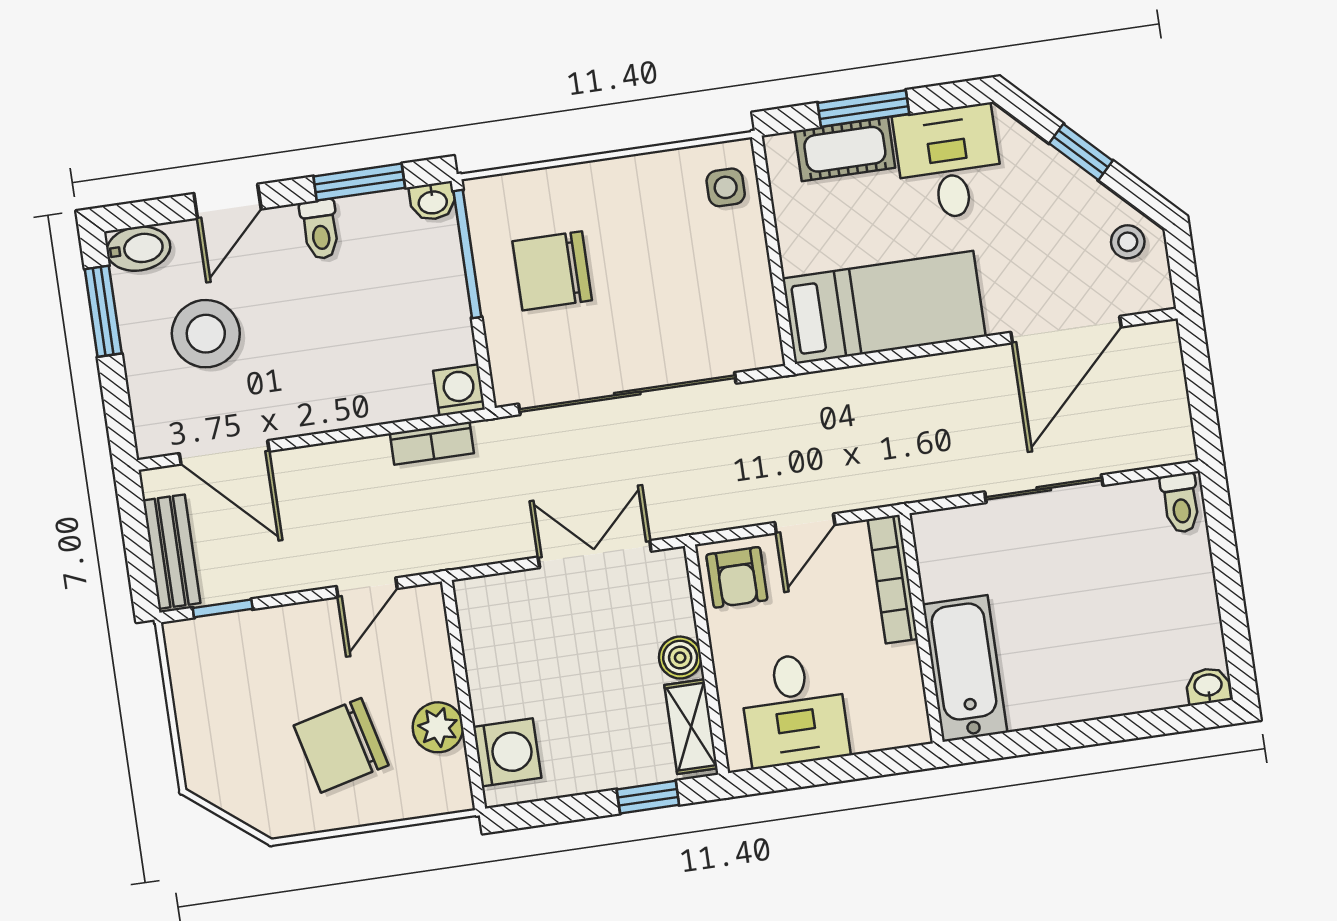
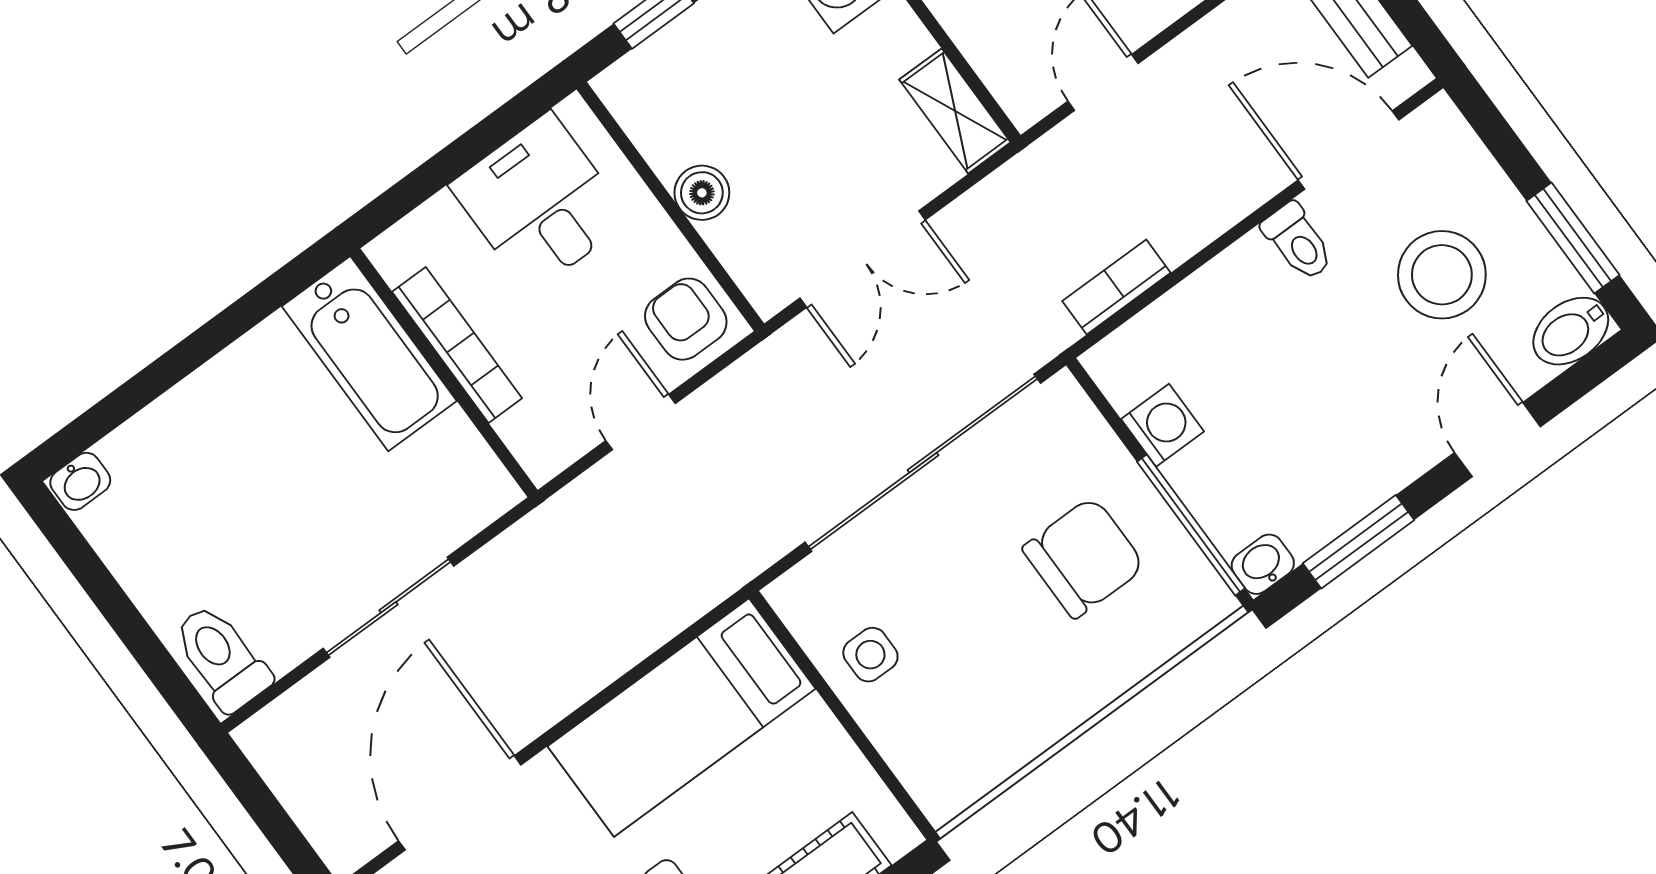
side table: (726, 187) -> (870, 655), moved
toilet: (320, 229) -> (1298, 242), moved, turned 180
washing machine: (459, 390) -> (1162, 425), moved, turned -90
toilet: (1181, 503) -> (221, 658), width x1.37, depth x1.39
bookcase: (893, 579) -> (457, 345), moved
shelving: (691, 727) -> (955, 111), moved

